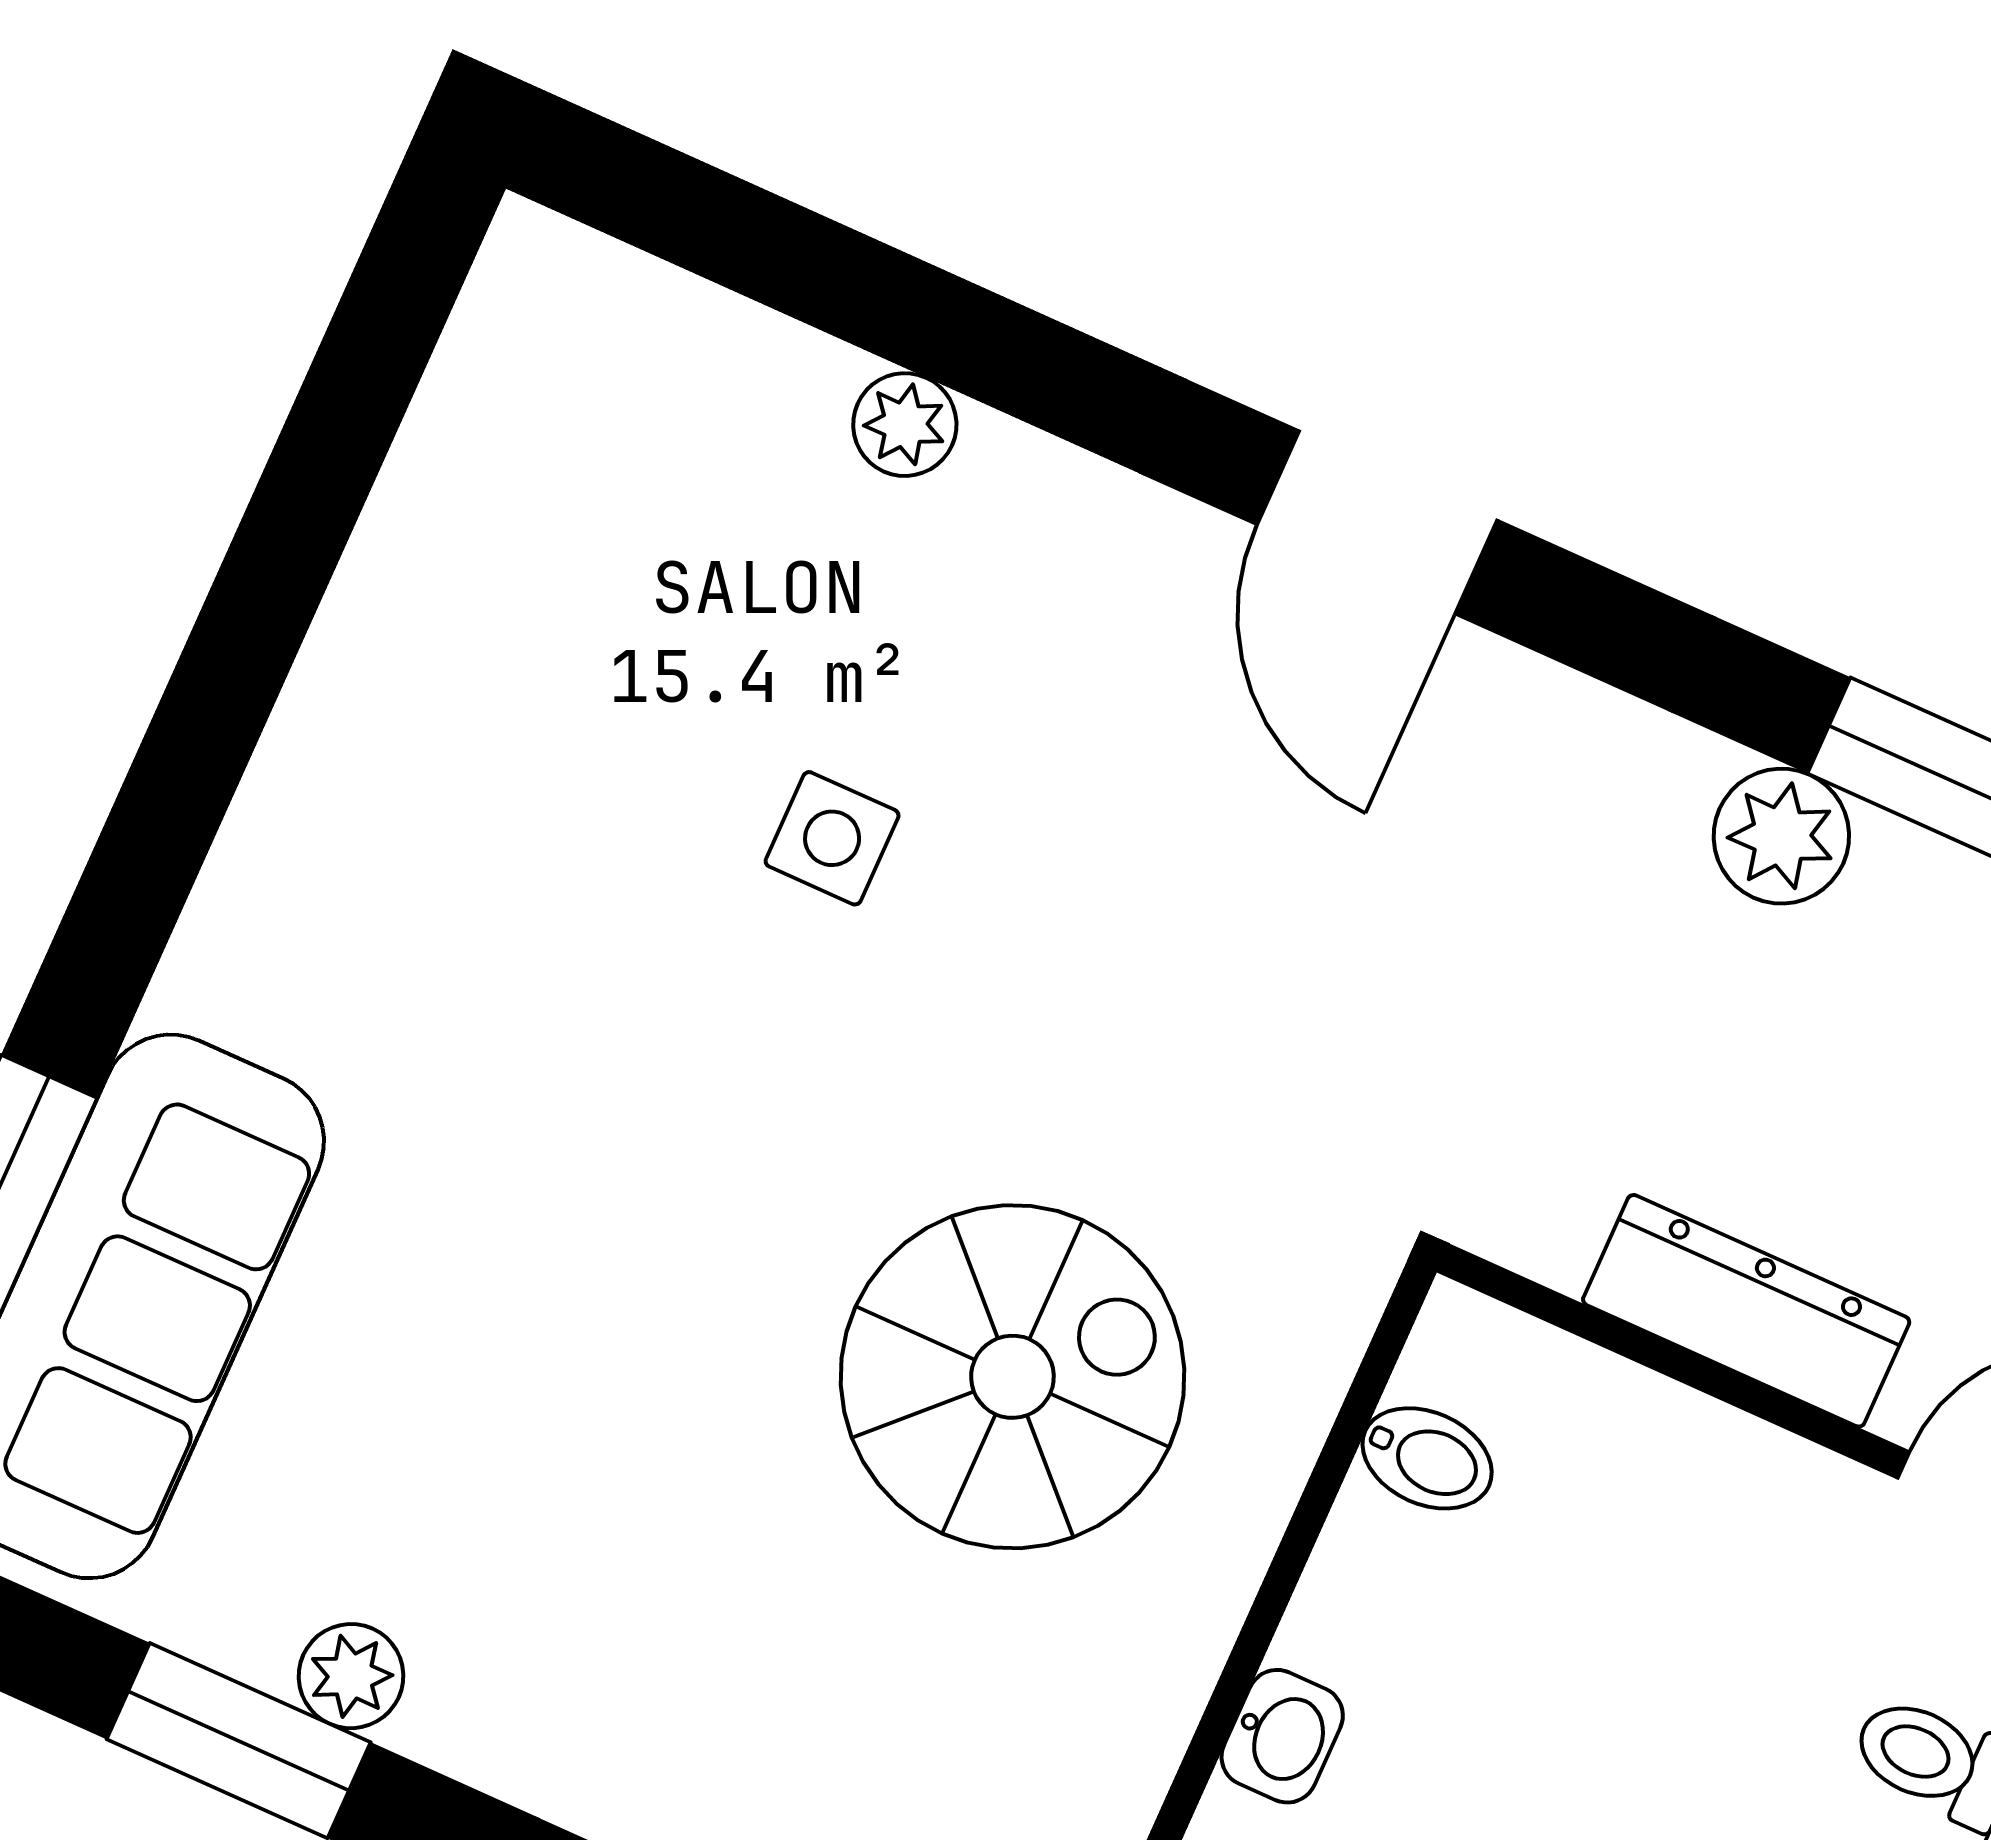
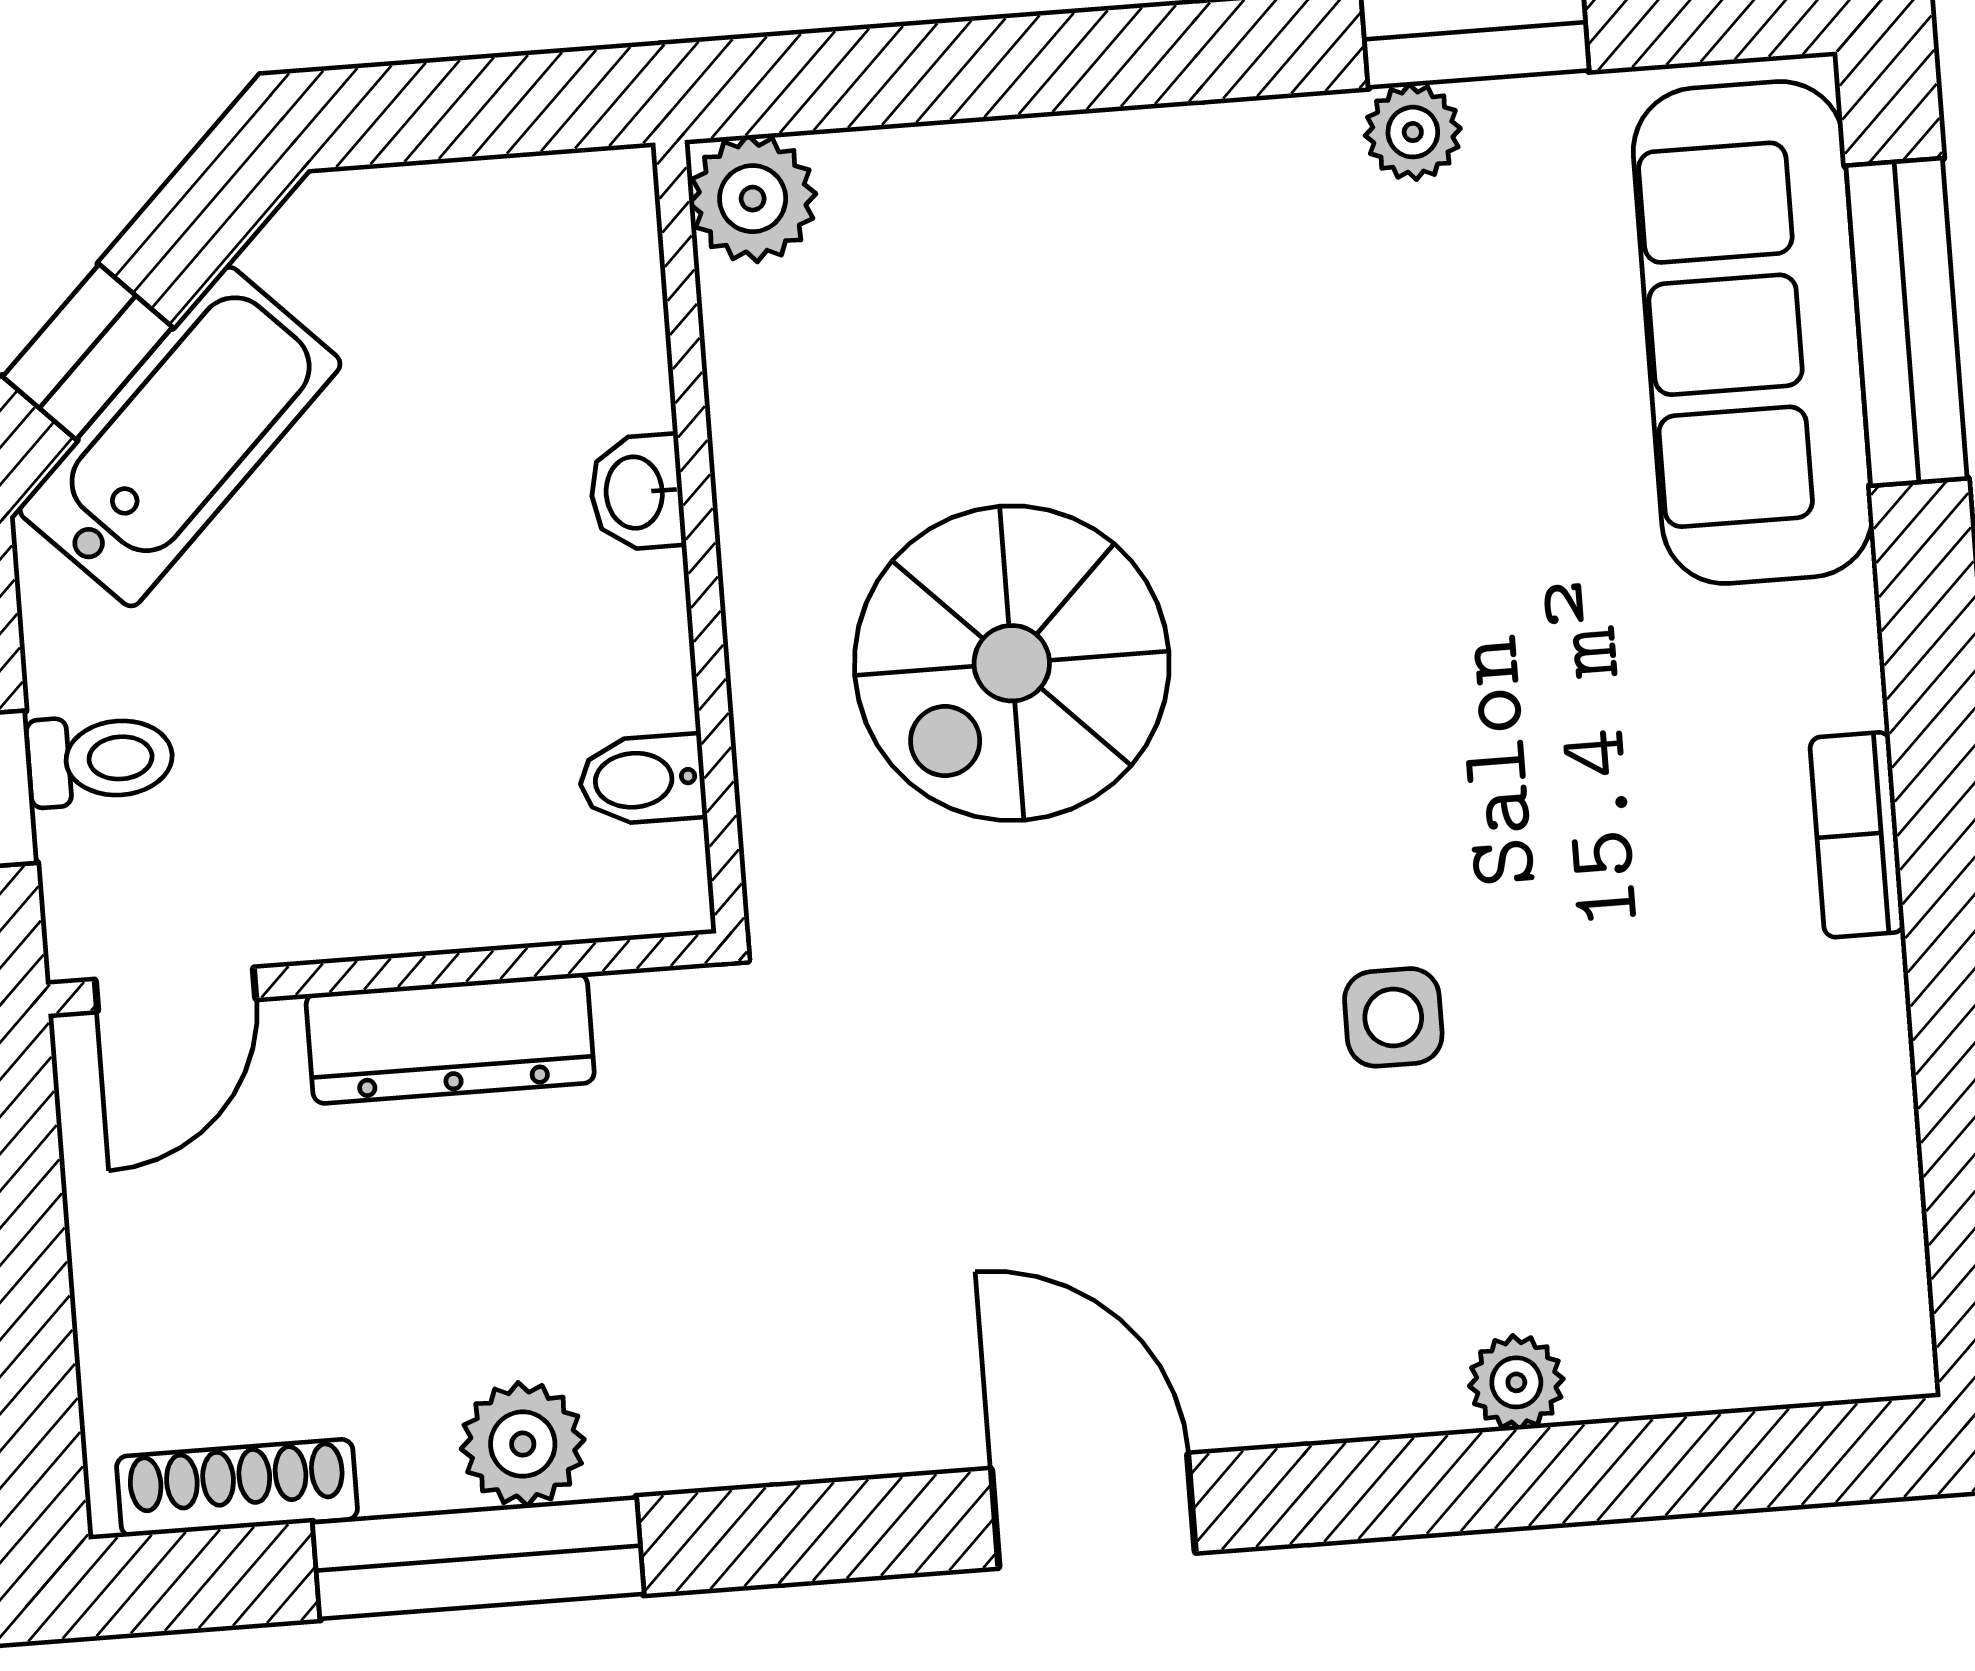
bookcase: (292, 771) -> (1857, 835), added
plant: (1781, 836) -> (523, 1444), moved

